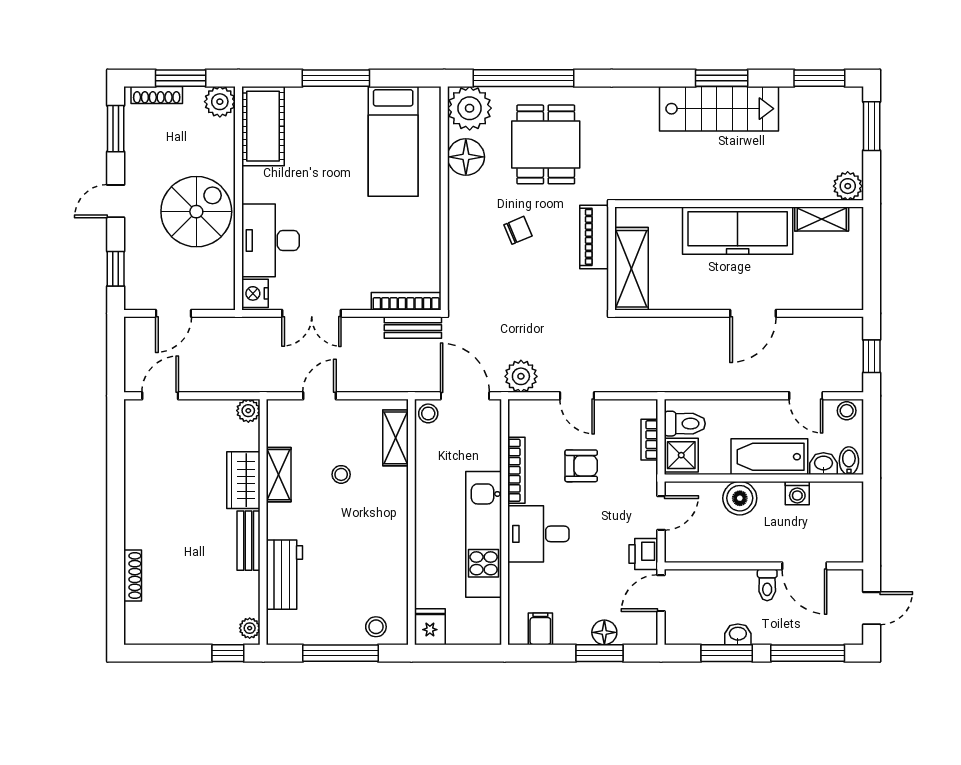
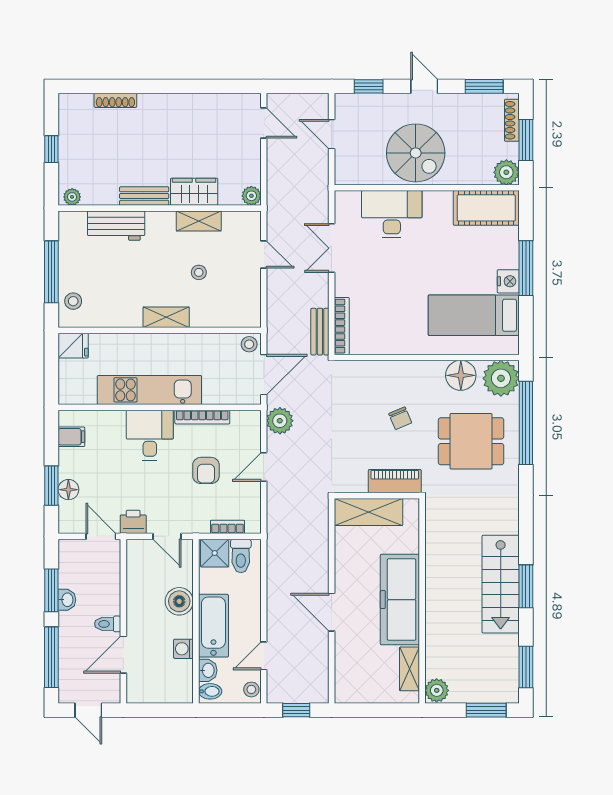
nightstand: (255, 293) -> (508, 281), moved, turned 90
shelving: (395, 438) -> (166, 317), moved
window: (228, 653) -> (51, 149), moved

